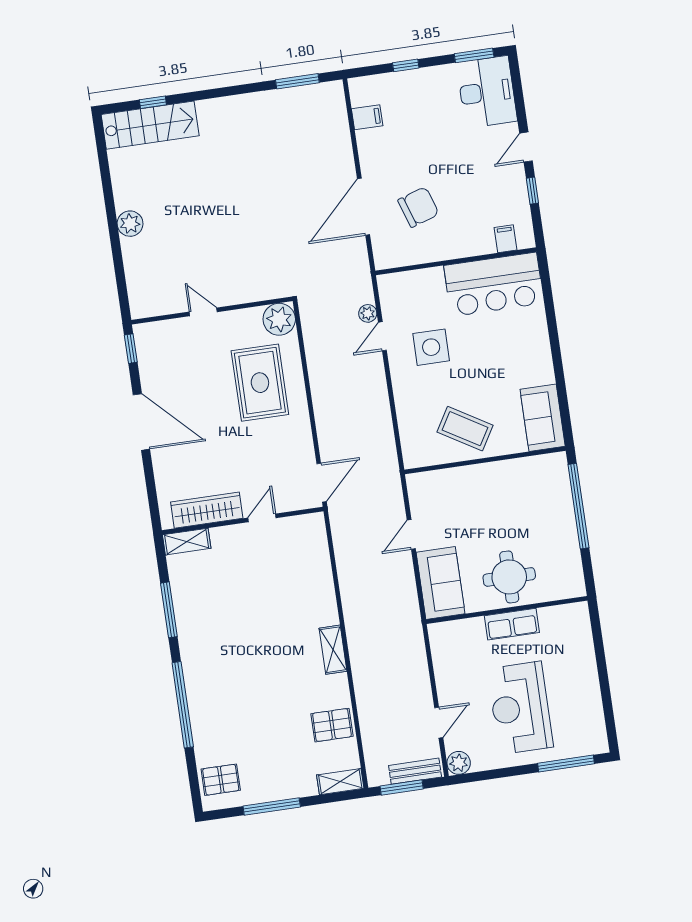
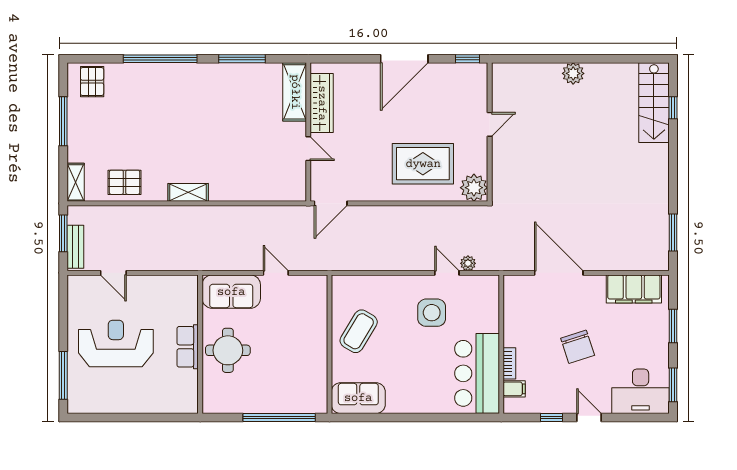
window: (406, 65) -> (673, 326), width x1.50
filing cabinet: (367, 117) -> (634, 289), width x3.00, depth x1.17
chair: (418, 207) -> (578, 347), moved
bookcase: (477, 249) -> (509, 363), added
door: (322, 483) -> (331, 203), hinge flipped
shelving: (187, 542) -> (295, 92), width x1.50, depth x1.33
pallet: (332, 725) -> (125, 182), turned 90
plant: (459, 763) -> (77, 285), removed

